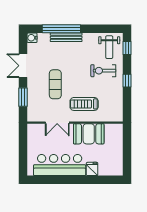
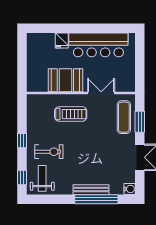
exercise mat: (55, 84) -> (124, 117), moved

